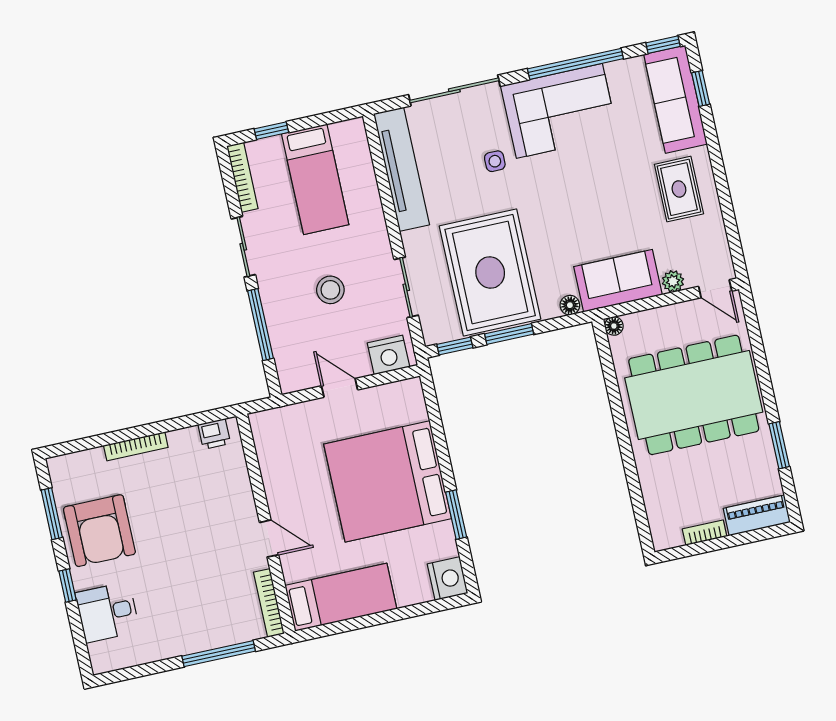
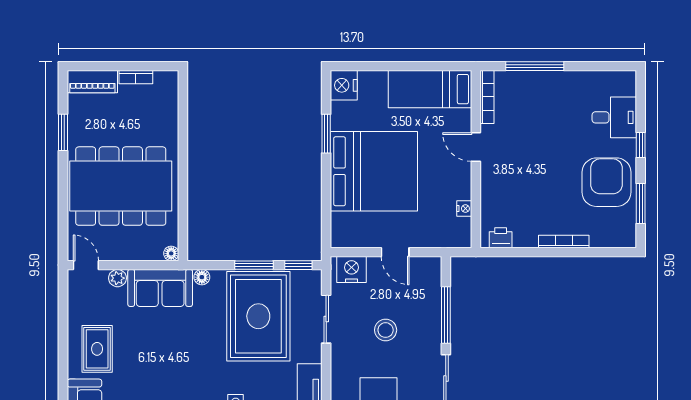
nightstand: (267, 460) -> (464, 209), added

